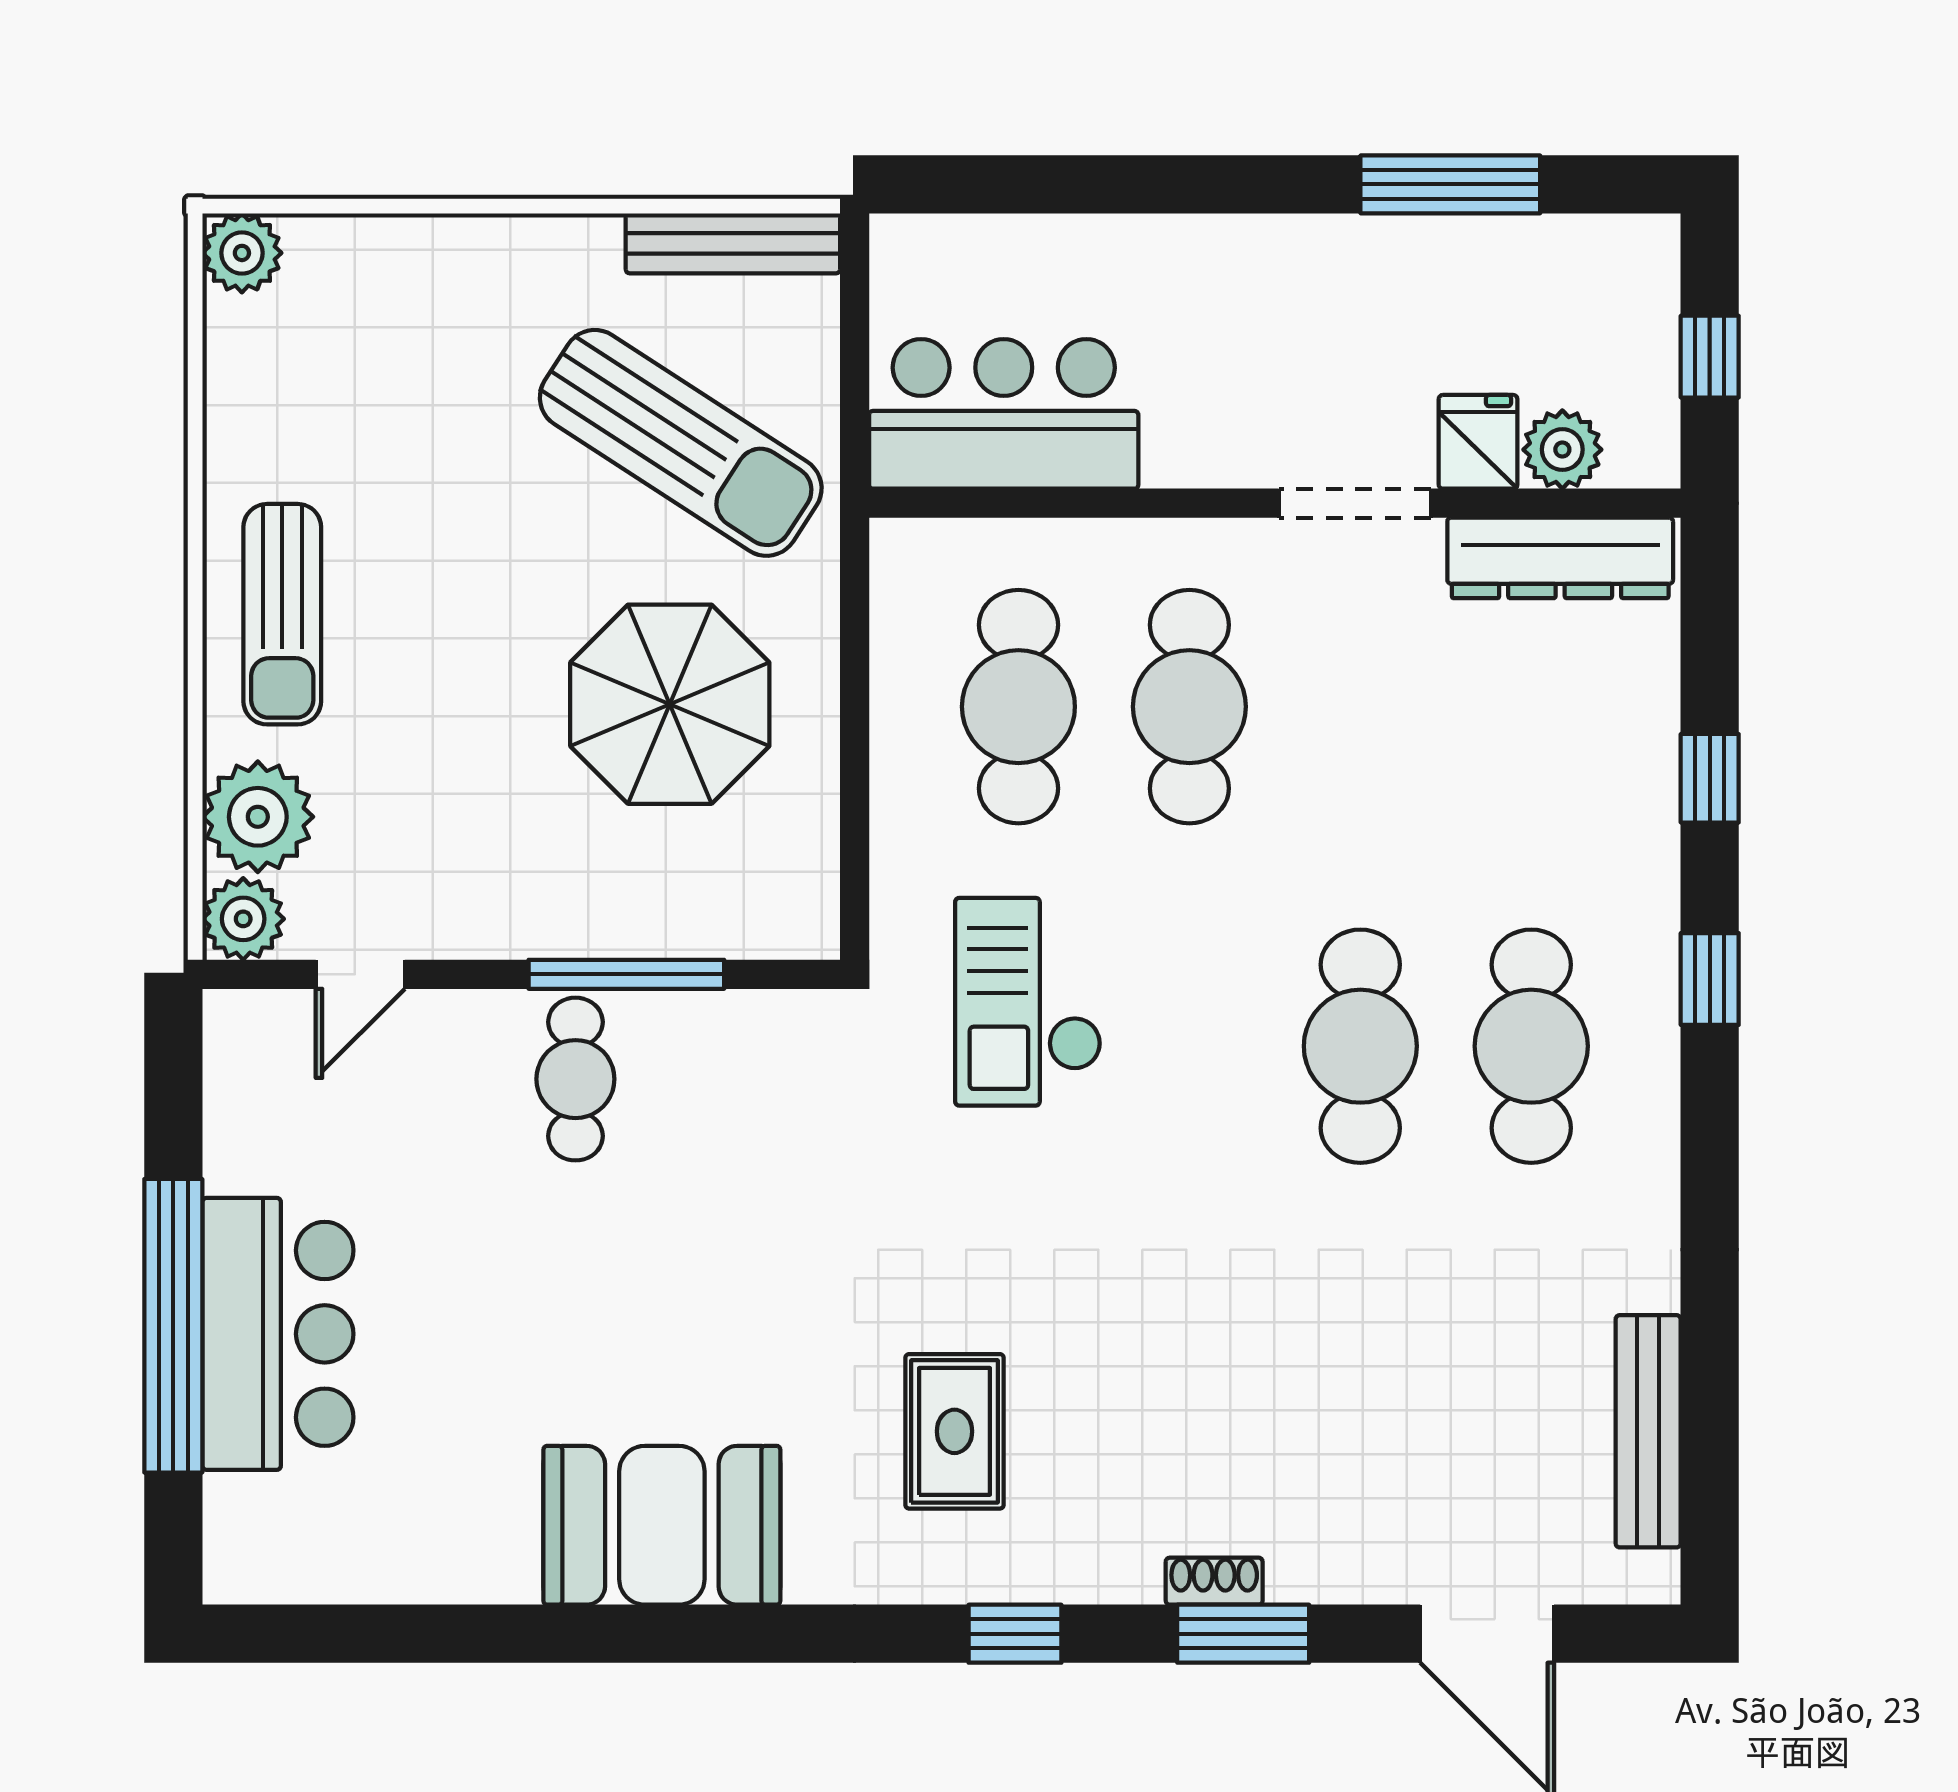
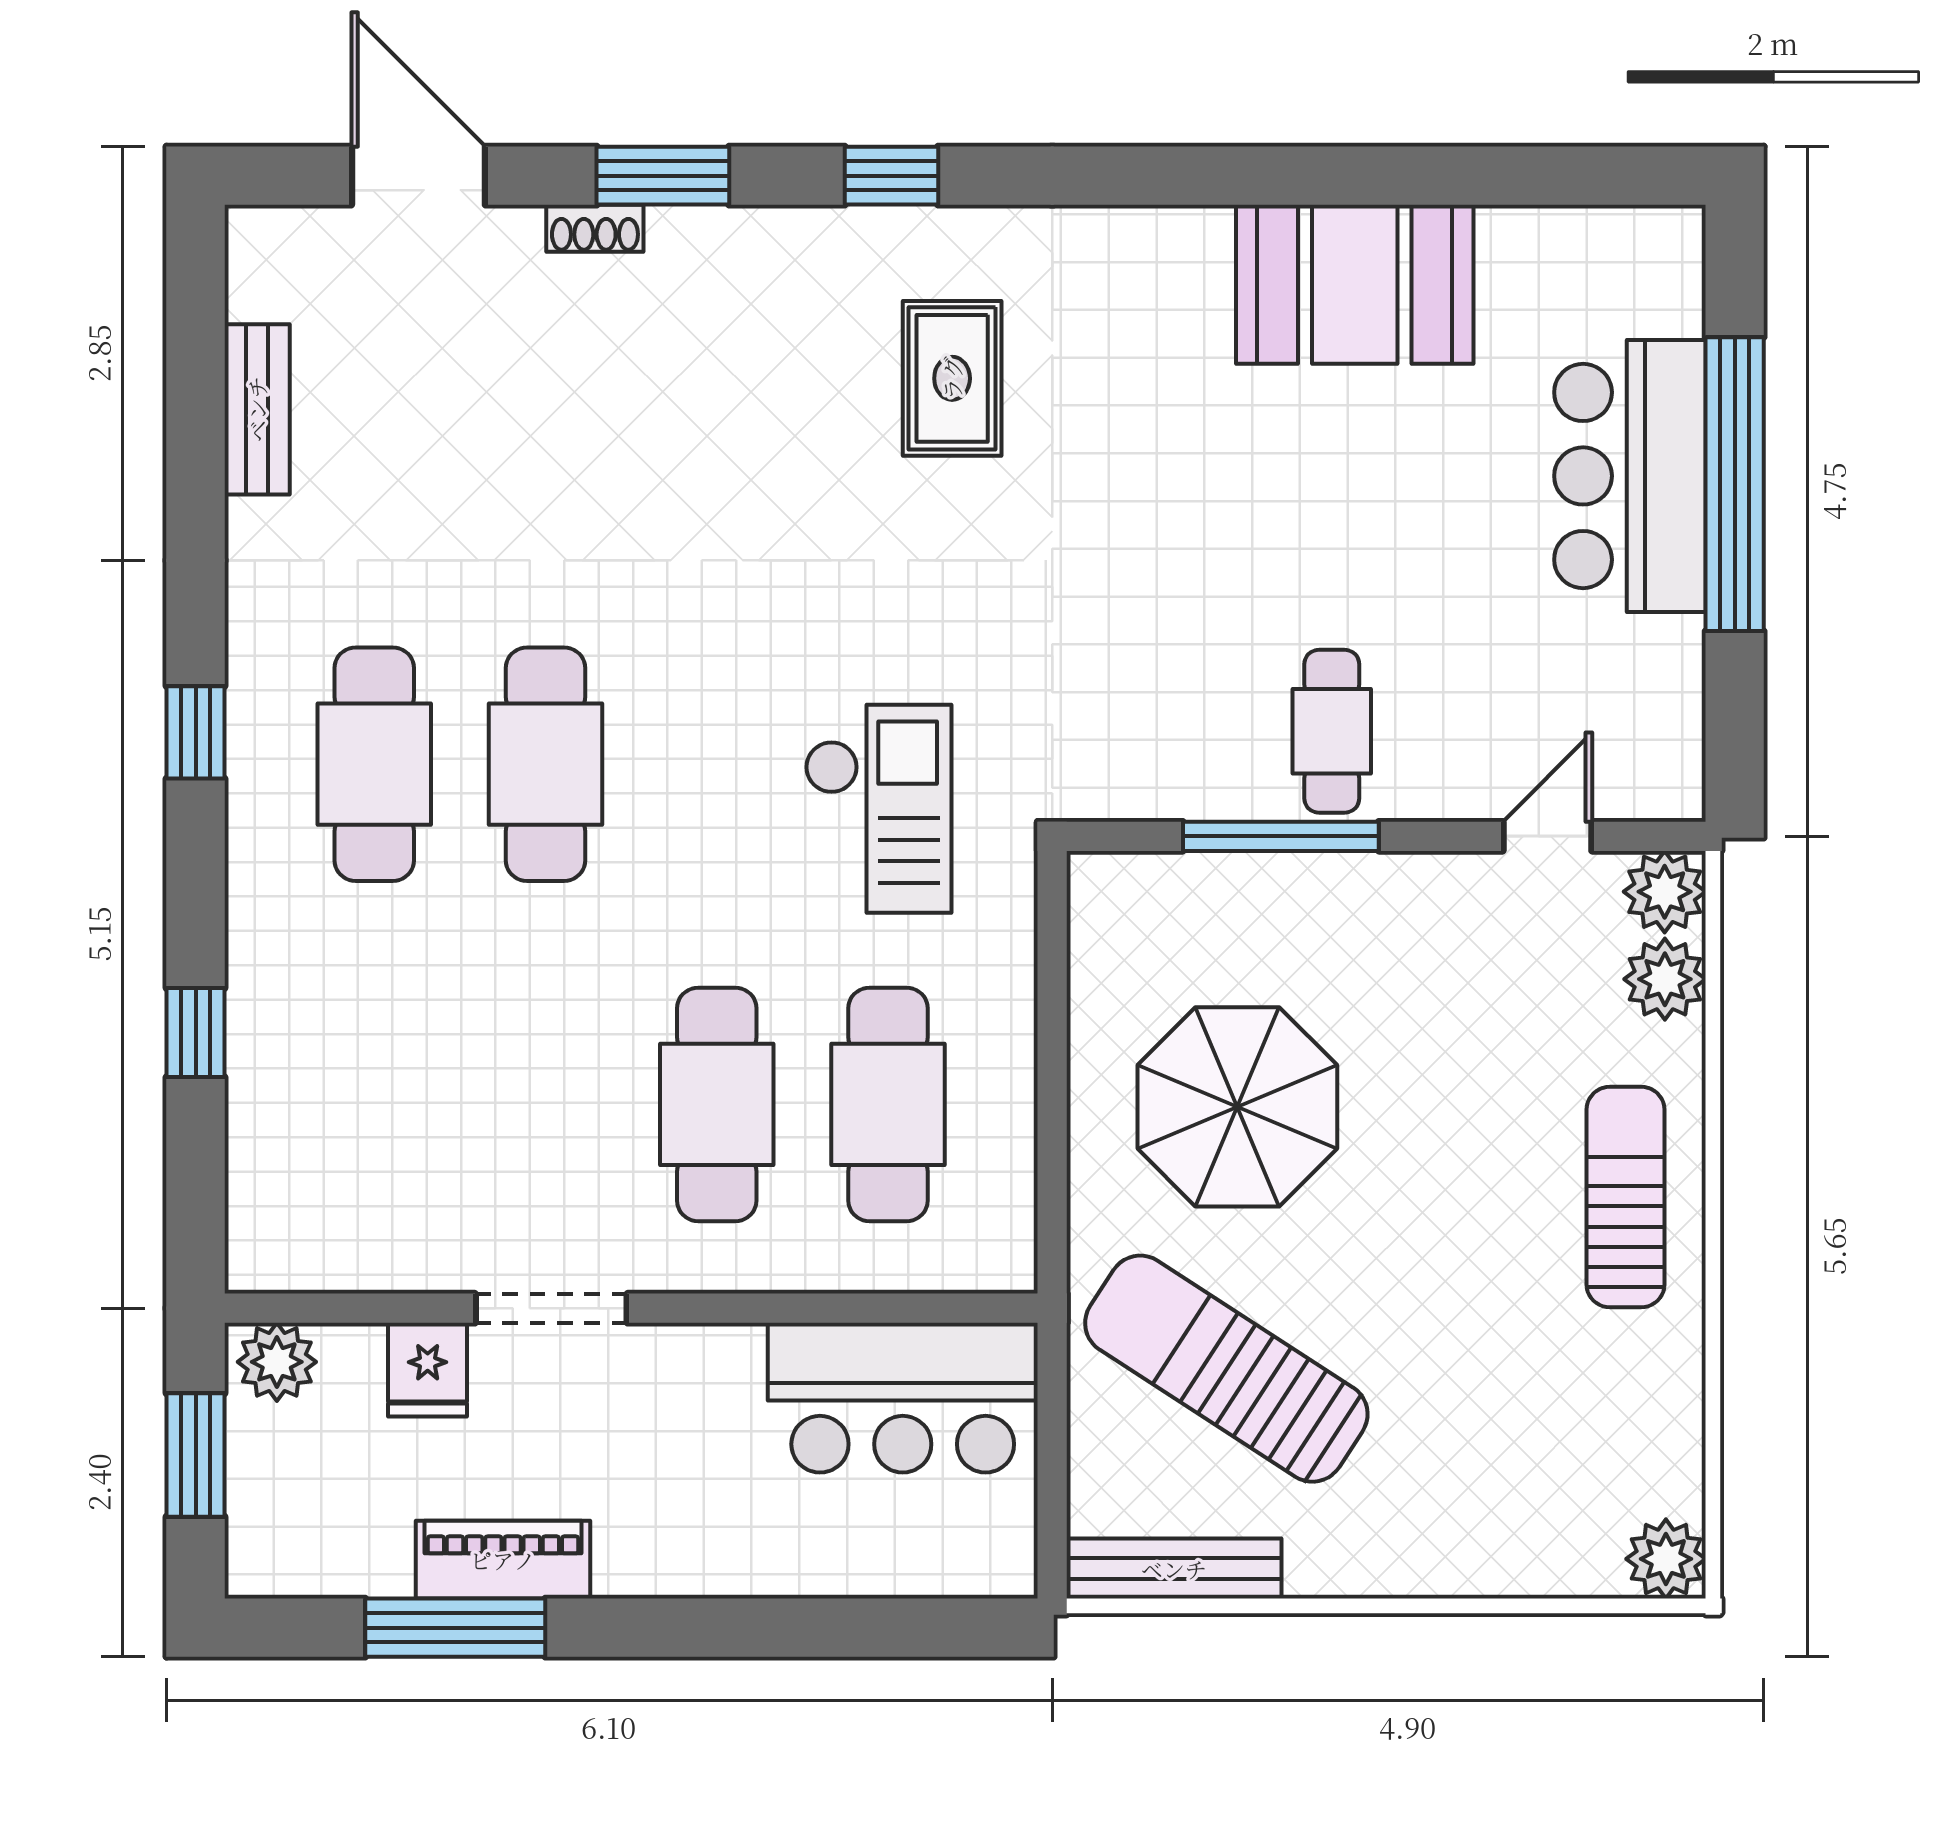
piano: (1403, 252) -> (503, 1560), added
window: (1710, 357) -> (196, 1455), width x1.50
plant: (1562, 450) -> (277, 1362), moved
dresser: (1560, 558) -> (345, 1253), removed
plant: (258, 817) -> (1665, 979), width x0.73, depth x0.73
window: (1710, 979) -> (196, 732), moved
bench: (1648, 1431) -> (257, 409), width x0.73
booth: (662, 1525) -> (1355, 284), moved
shoe rack: (1214, 1581) -> (595, 228), moved

